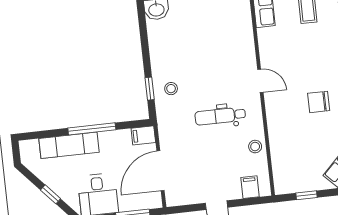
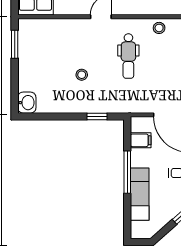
stool: (171, 89) -> (82, 75), moved
filing cabinet: (143, 135) -> (141, 140), moved, turned -90

